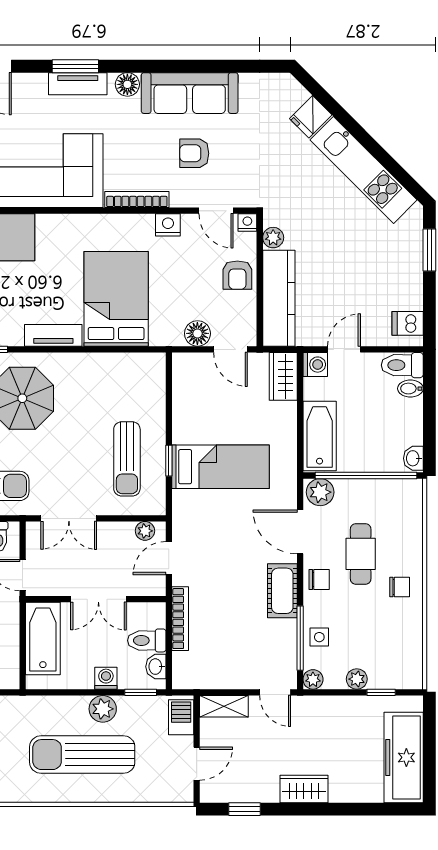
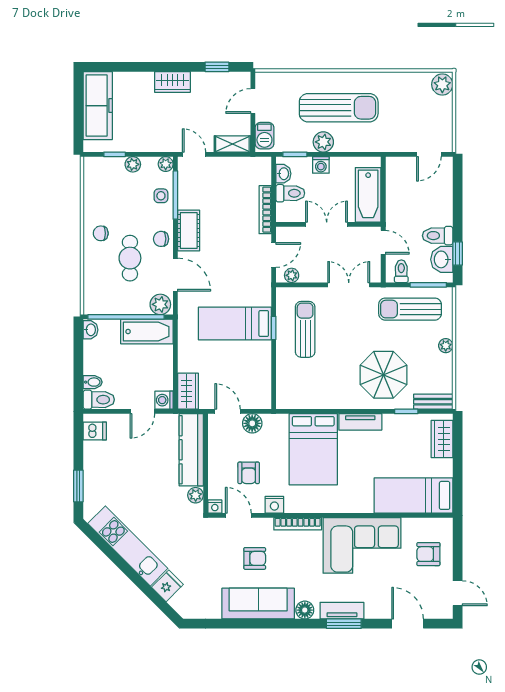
armchair: (237, 275) -> (249, 473), moved, turned 180
bathtub: (320, 436) -> (147, 332), moved, turned -90

